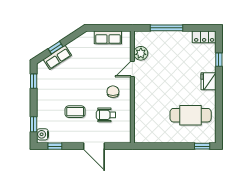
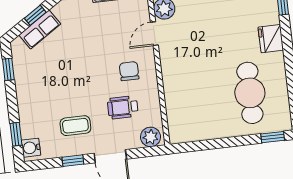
coffee table: (75, 112) -> (75, 126), moved
cafe table: (191, 115) -> (250, 93), turned 90
plant: (122, 137) -> (151, 137), added
window: (55, 146) -> (73, 161), moved

